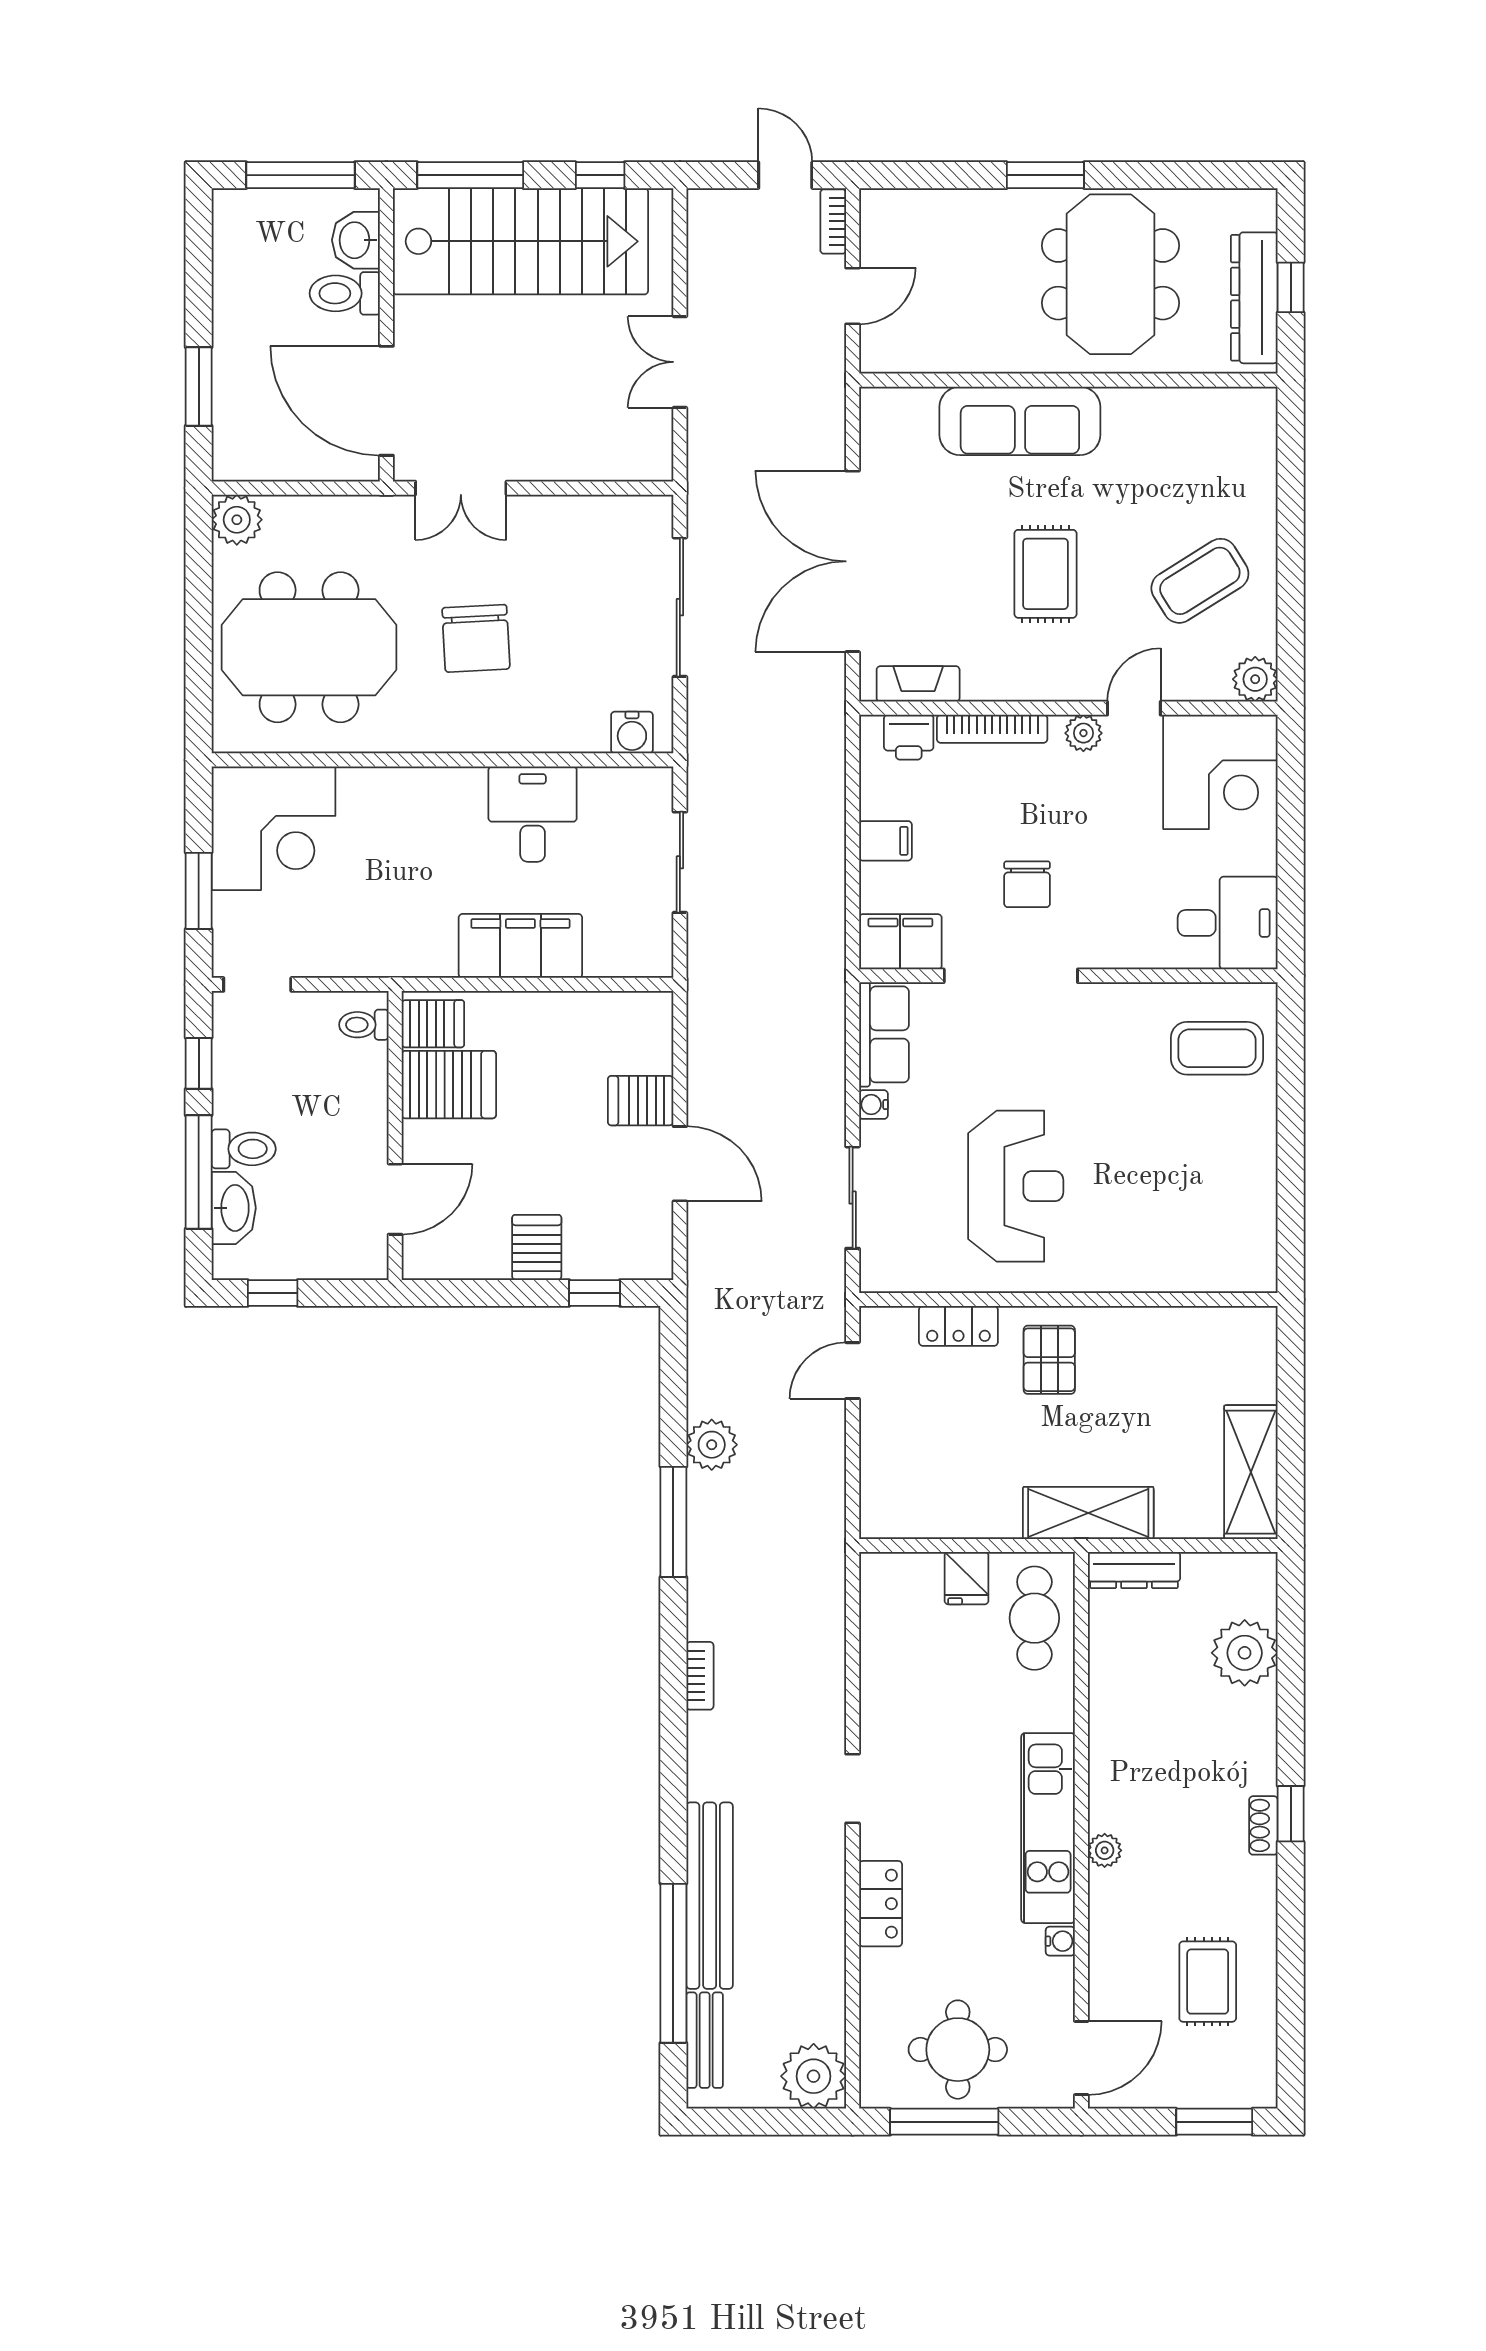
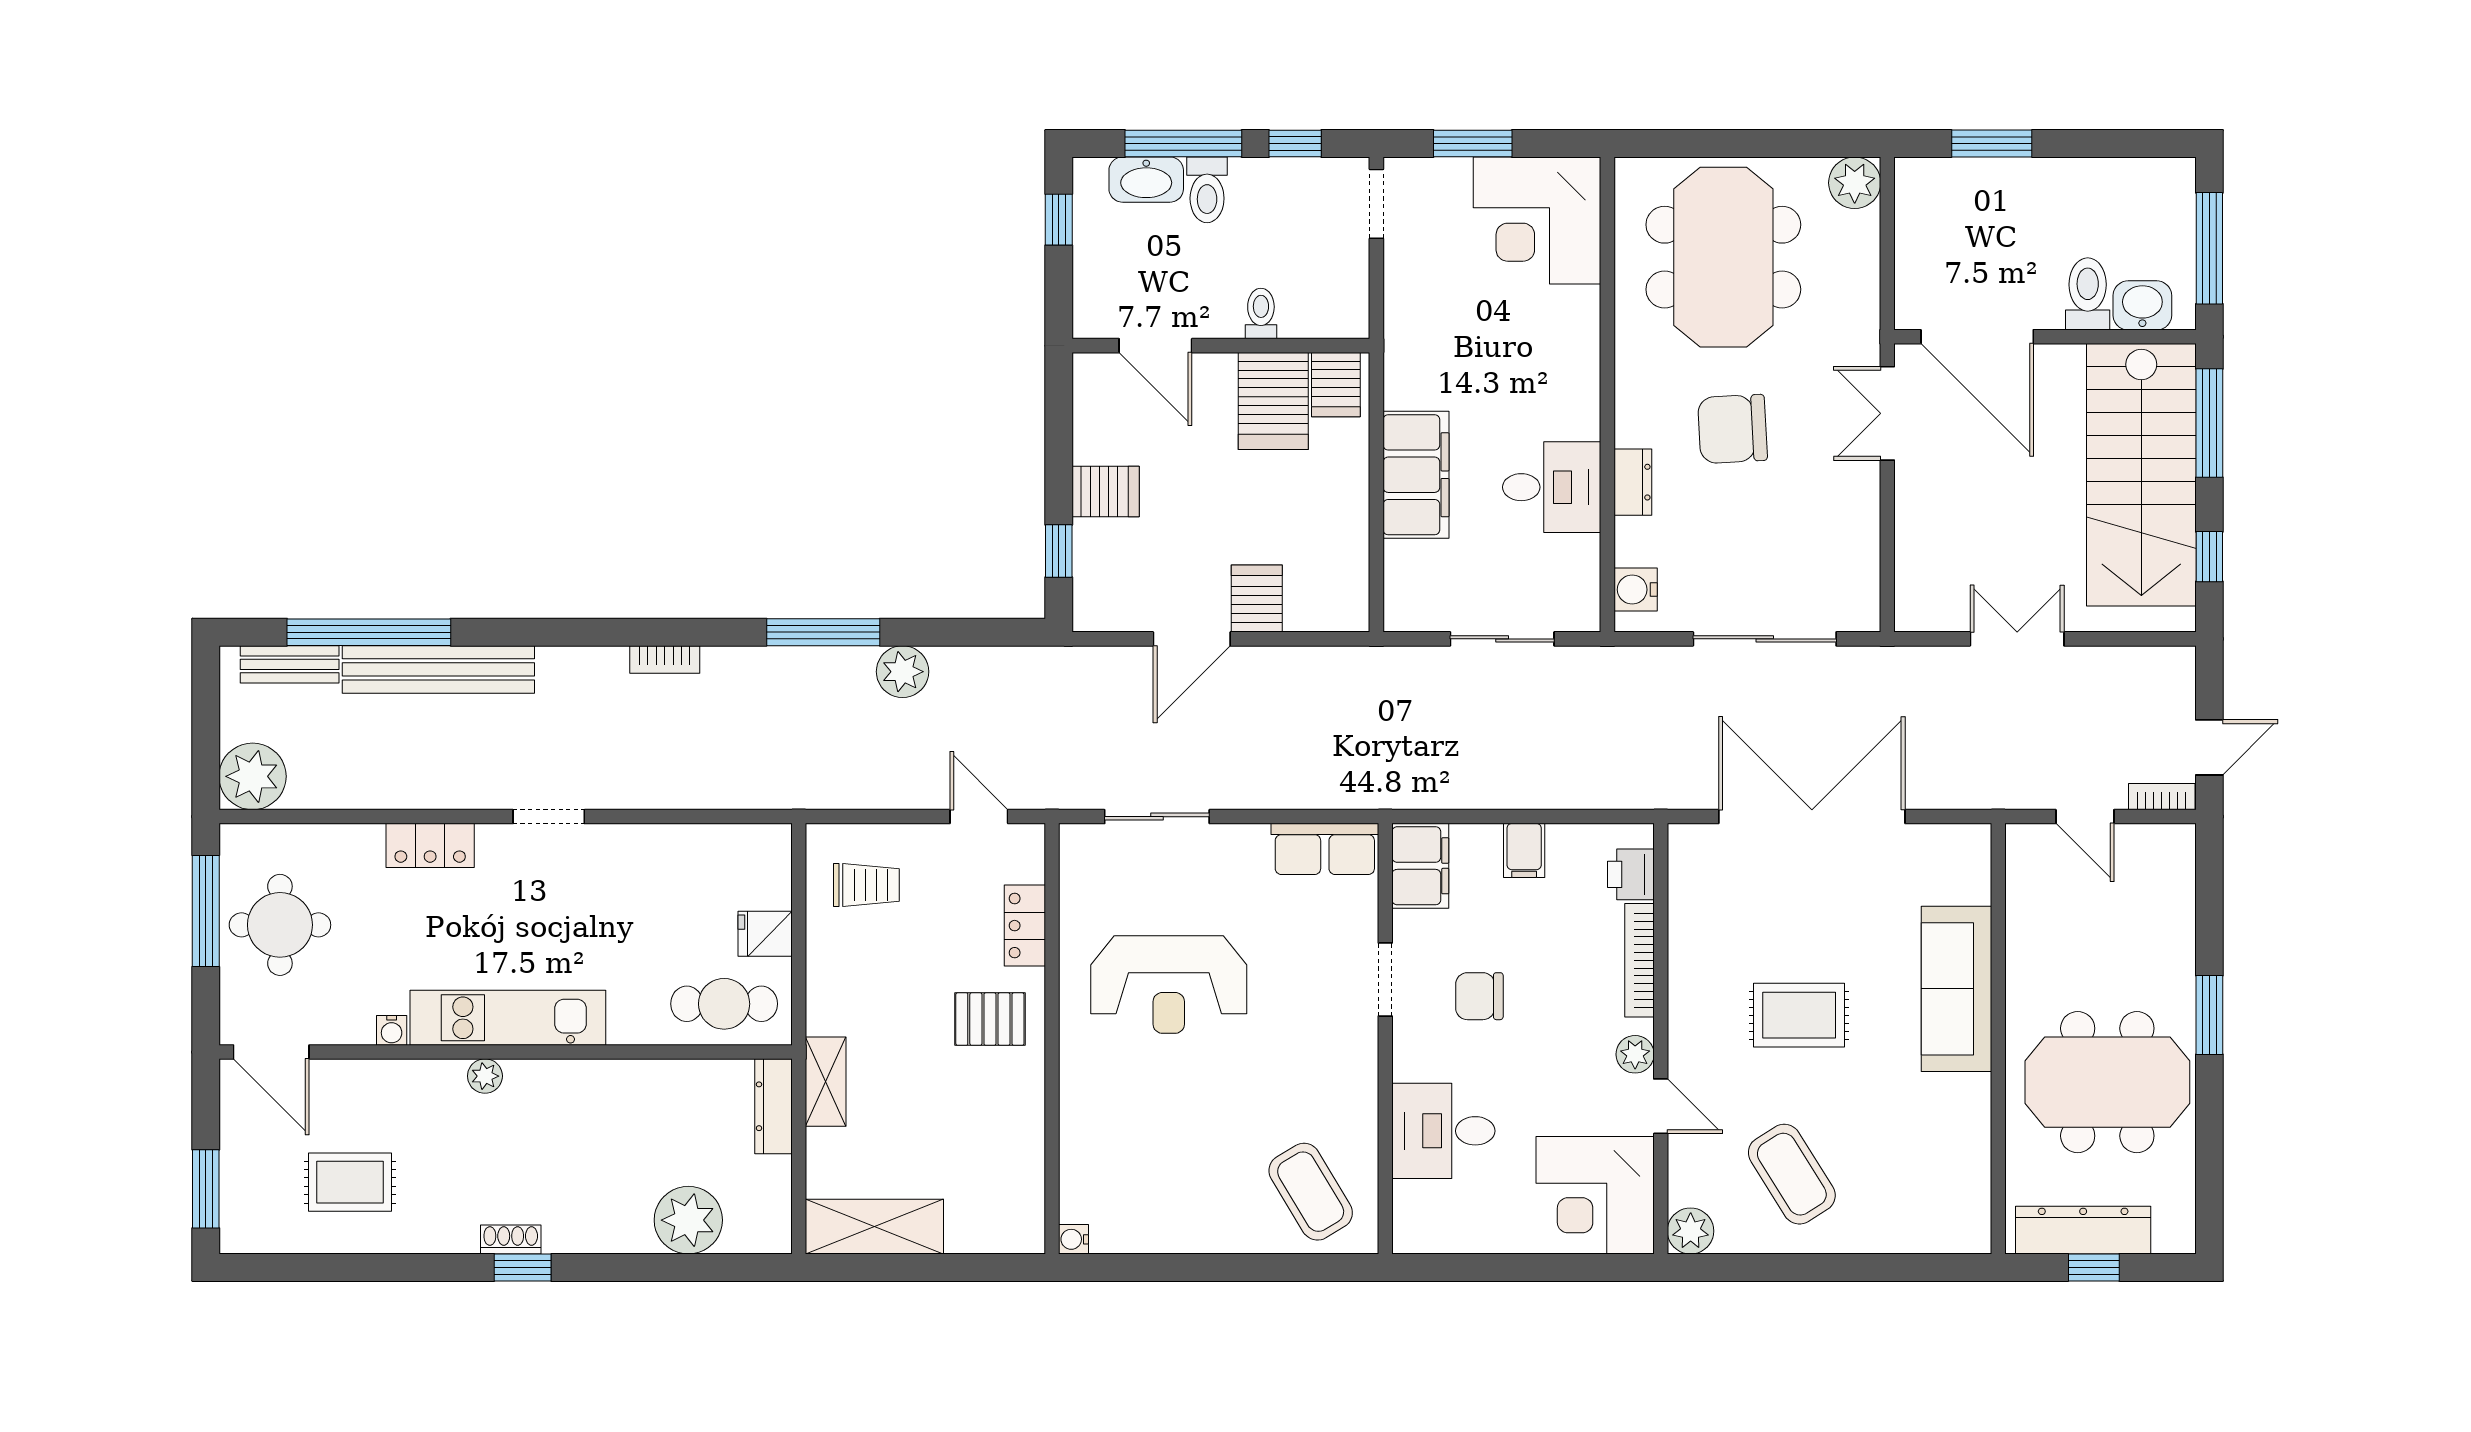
door: (386, 401) -> (1977, 337), swing flipped
fireplace: (918, 684) -> (1686, 884), removed
dresser: (528, 735) -> (1633, 482), added
desk: (1228, 923) -> (1443, 1131), moved, turned 90
doorway: (1011, 976) -> (1385, 979), width x0.53
toilet: (364, 1025) -> (1261, 314), moved
coffee table: (1217, 1048) -> (1311, 1192), turned -31
water cooler: (873, 1105) -> (1074, 1239), moved, turned -90
trolley: (919, 1480) -> (866, 885), added
shelving: (1088, 1513) -> (826, 1082), width x0.67, depth x0.75

